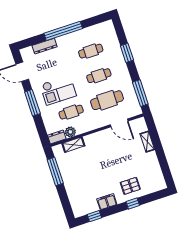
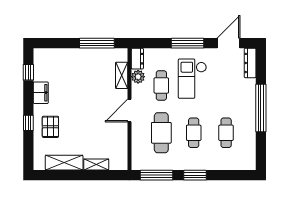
dresser: (45, 46) -> (250, 63), moved
window: (127, 53) -> (195, 175), moved
door: (119, 123) -> (130, 111), moved
shelving: (154, 166) -> (64, 163), added

